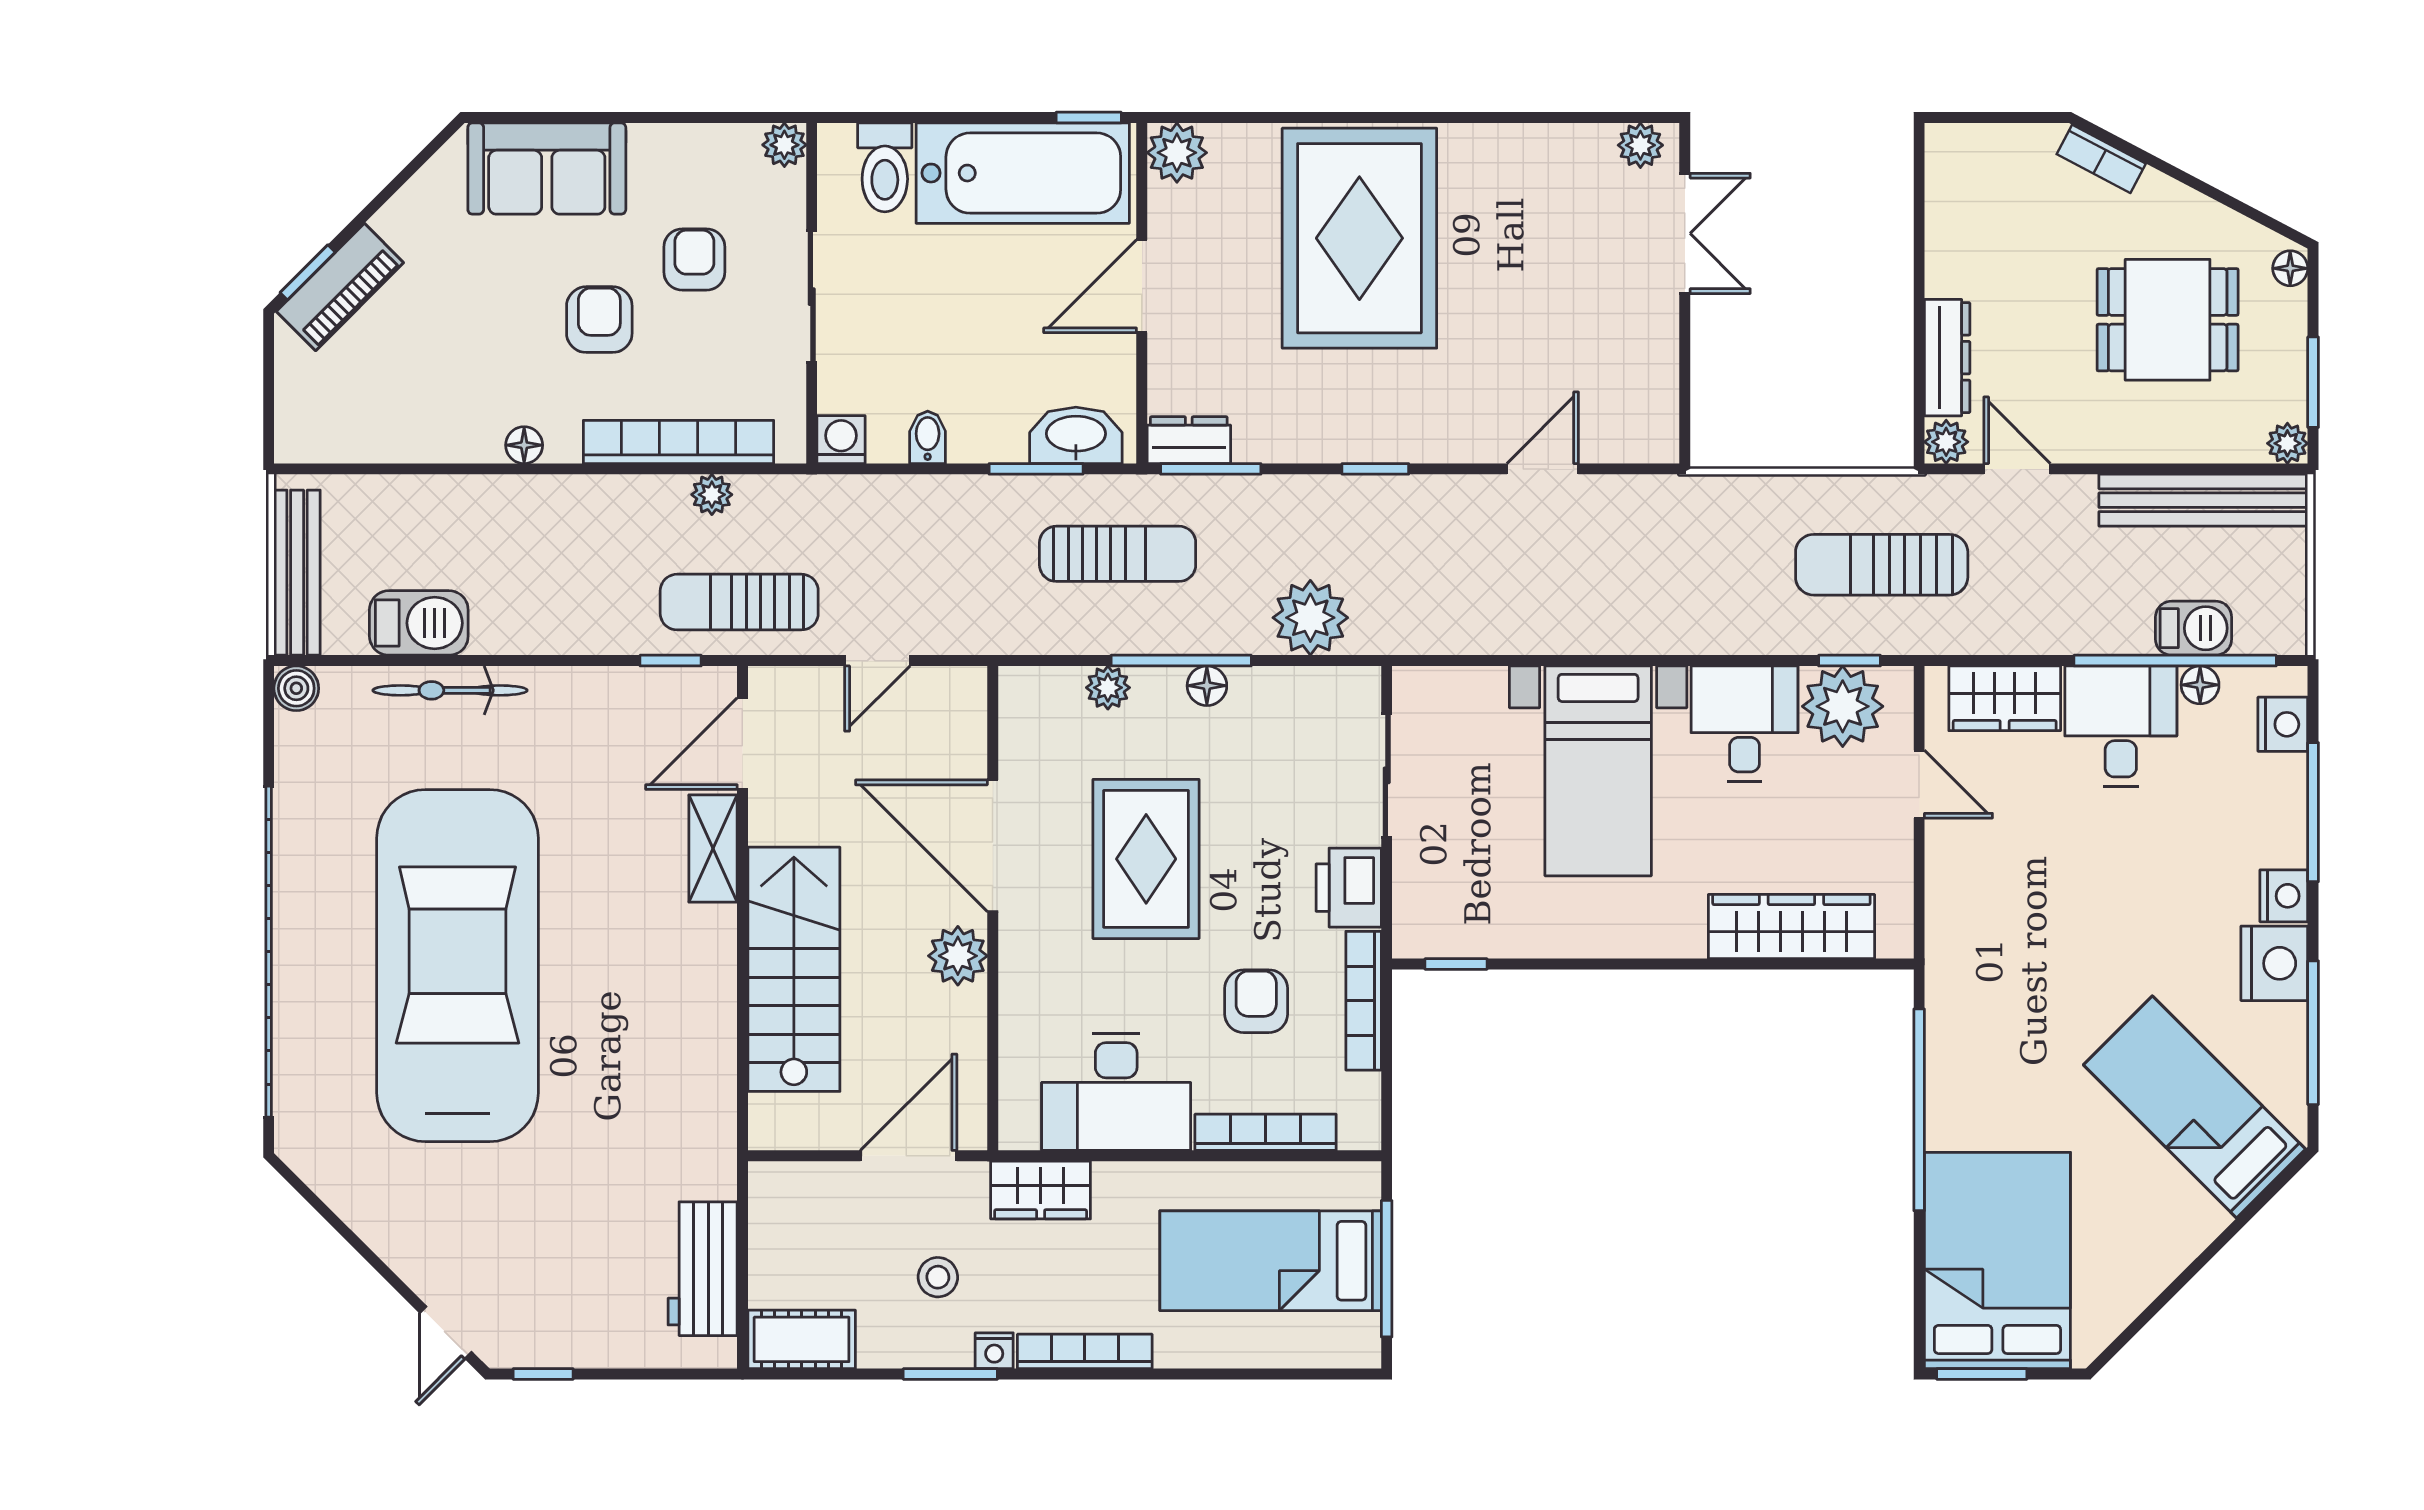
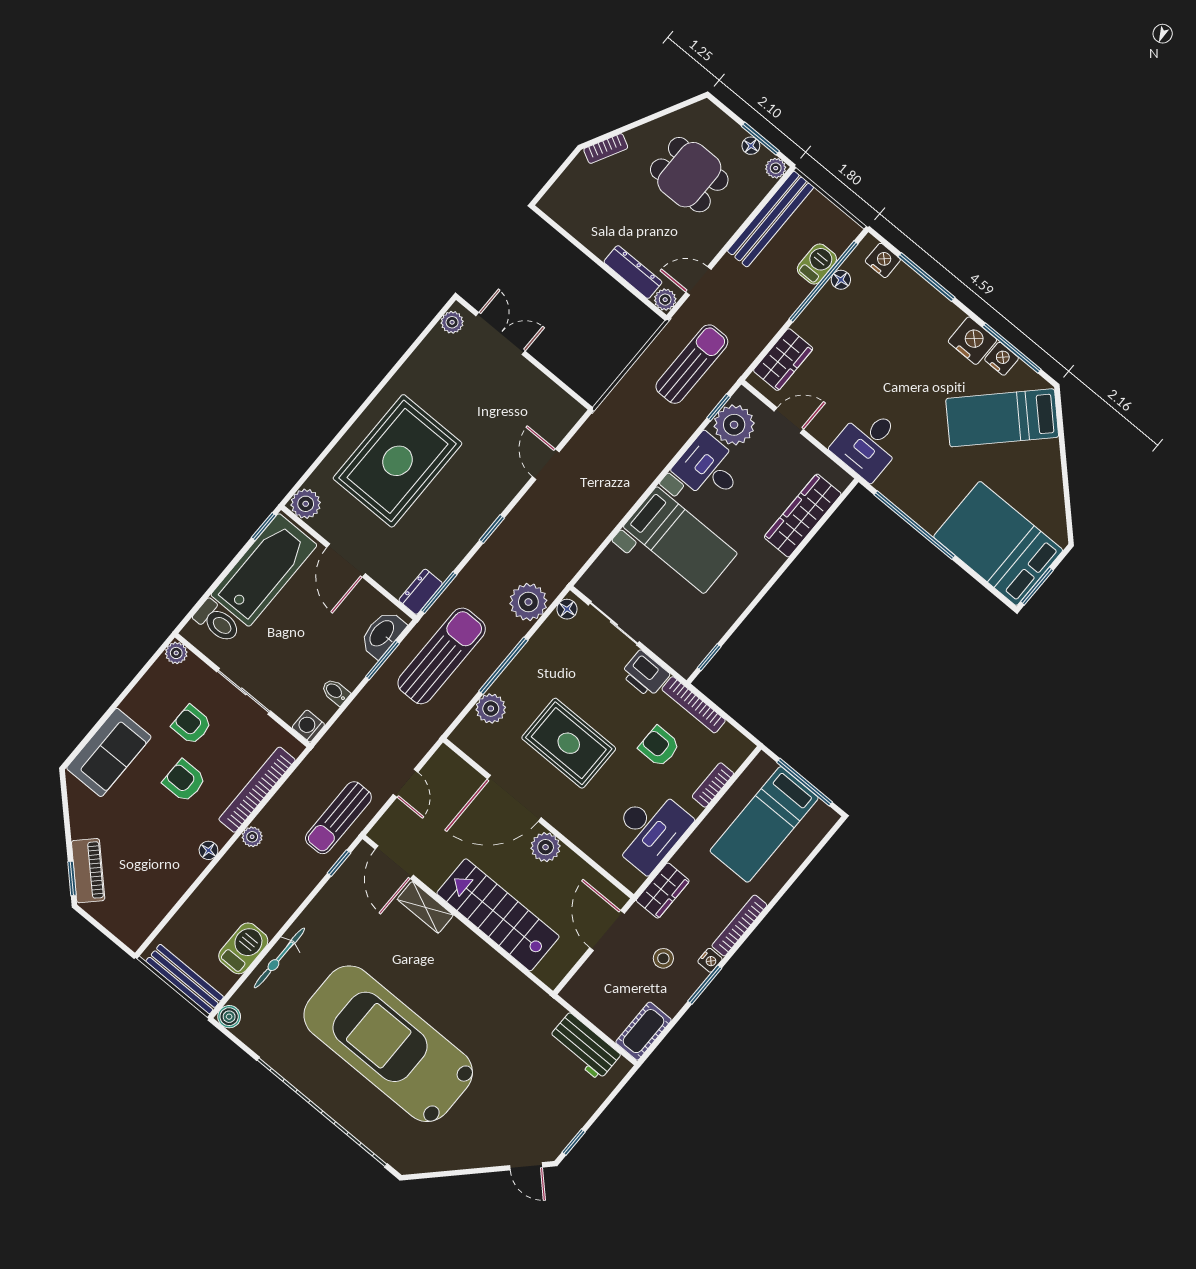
rug: (1359, 238) -> (398, 461), turned 90
floor lamp: (2290, 268) -> (751, 146), moved
dining table: (2168, 320) -> (689, 175), turned 90
plant: (712, 495) -> (252, 837), moved
sun lounger: (1118, 554) -> (442, 656), width x1.36, depth x1.34
sun lounger: (1882, 565) -> (692, 364), turned 180
floor lamp: (1207, 686) -> (567, 609), moved
plant: (1108, 688) -> (491, 709), width x1.38, depth x1.38
desk: (2121, 726) -> (868, 444), moved, turned -90
nightstand: (2284, 896) -> (1002, 359), moved
bookcase: (1266, 1132) -> (713, 785), width x0.64

